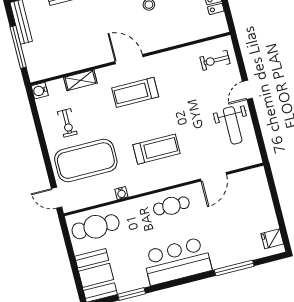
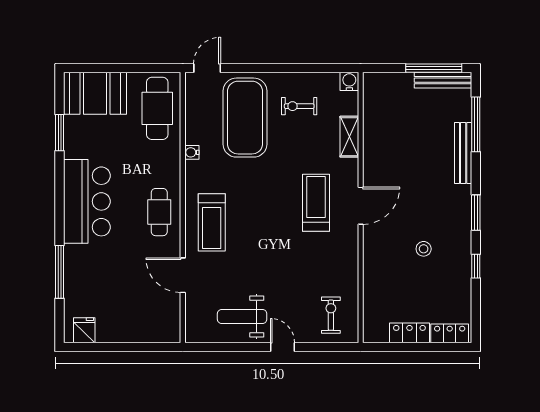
window: (18, 47) -> (434, 68), moved
treadmill: (156, 149) -> (212, 222), moved

